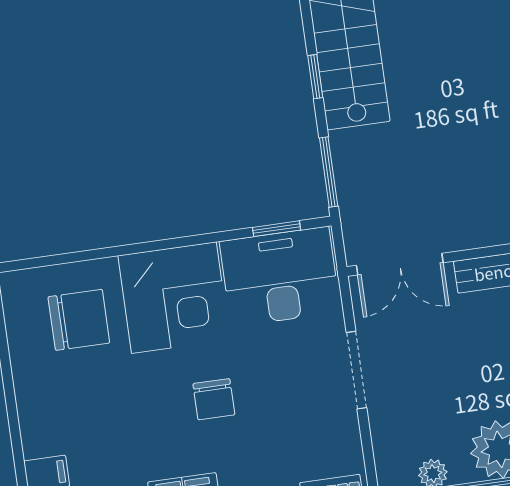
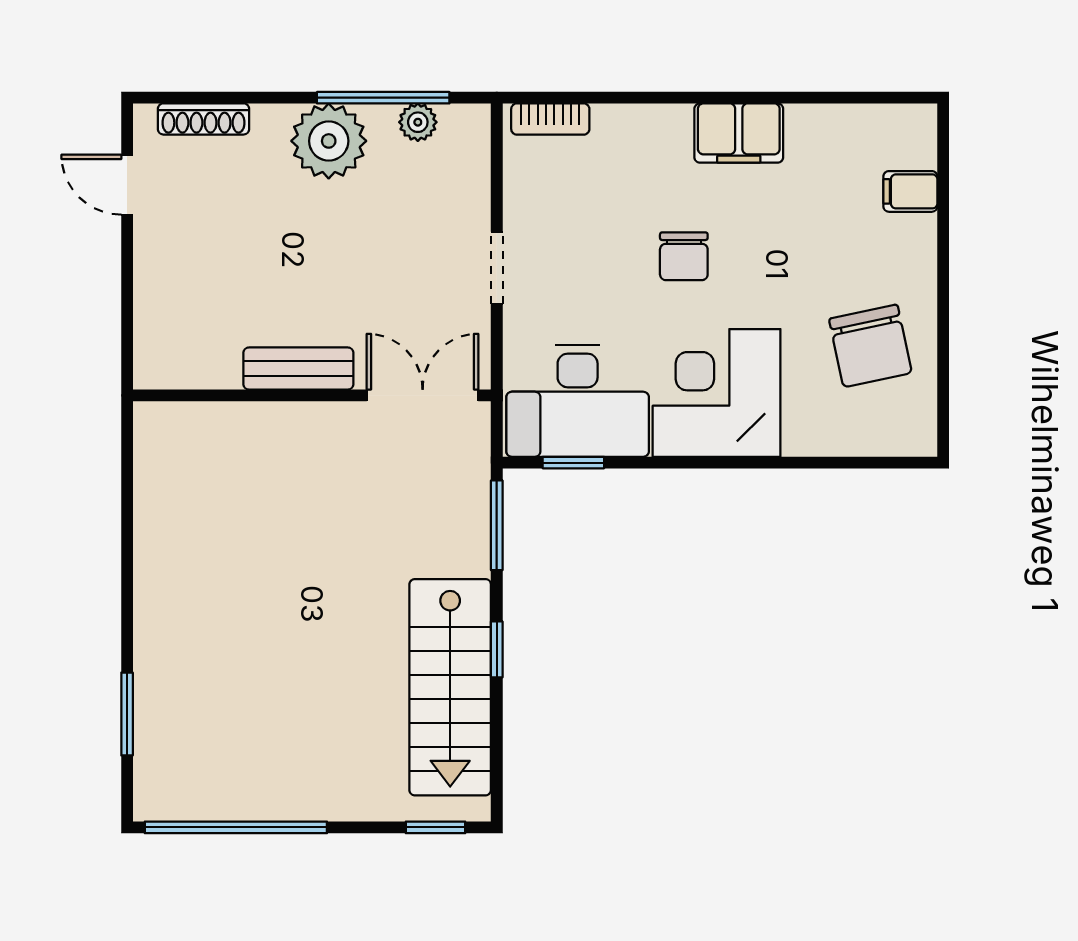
chair: (79, 320) -> (870, 346), moved, turned -102
doorway: (356, 370) -> (497, 268), width x0.73
chair: (214, 399) -> (684, 256), turned 180

